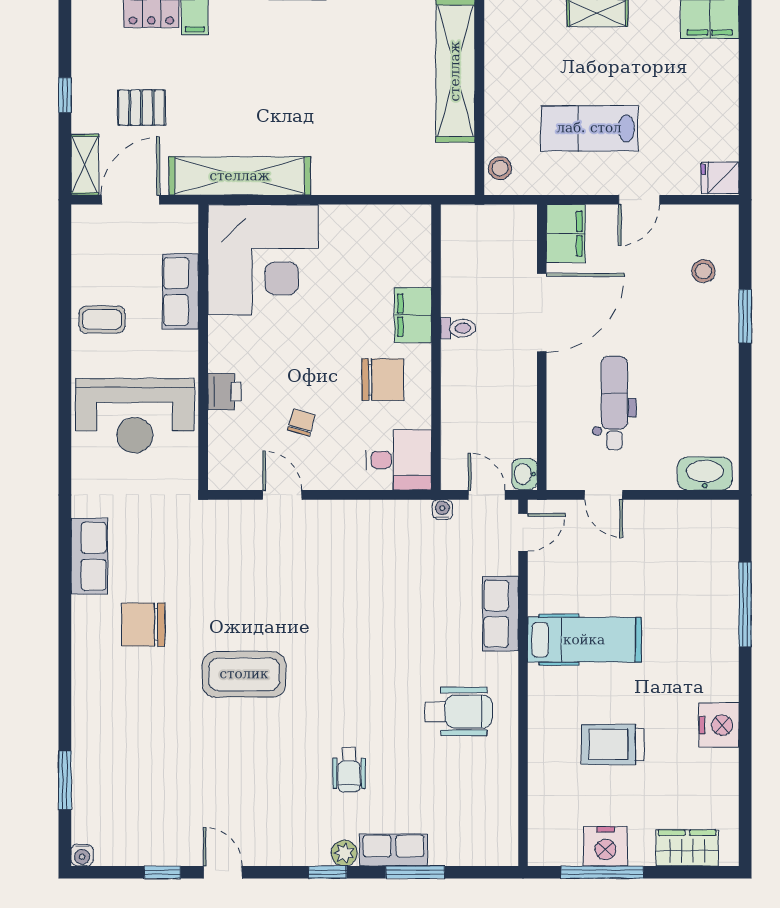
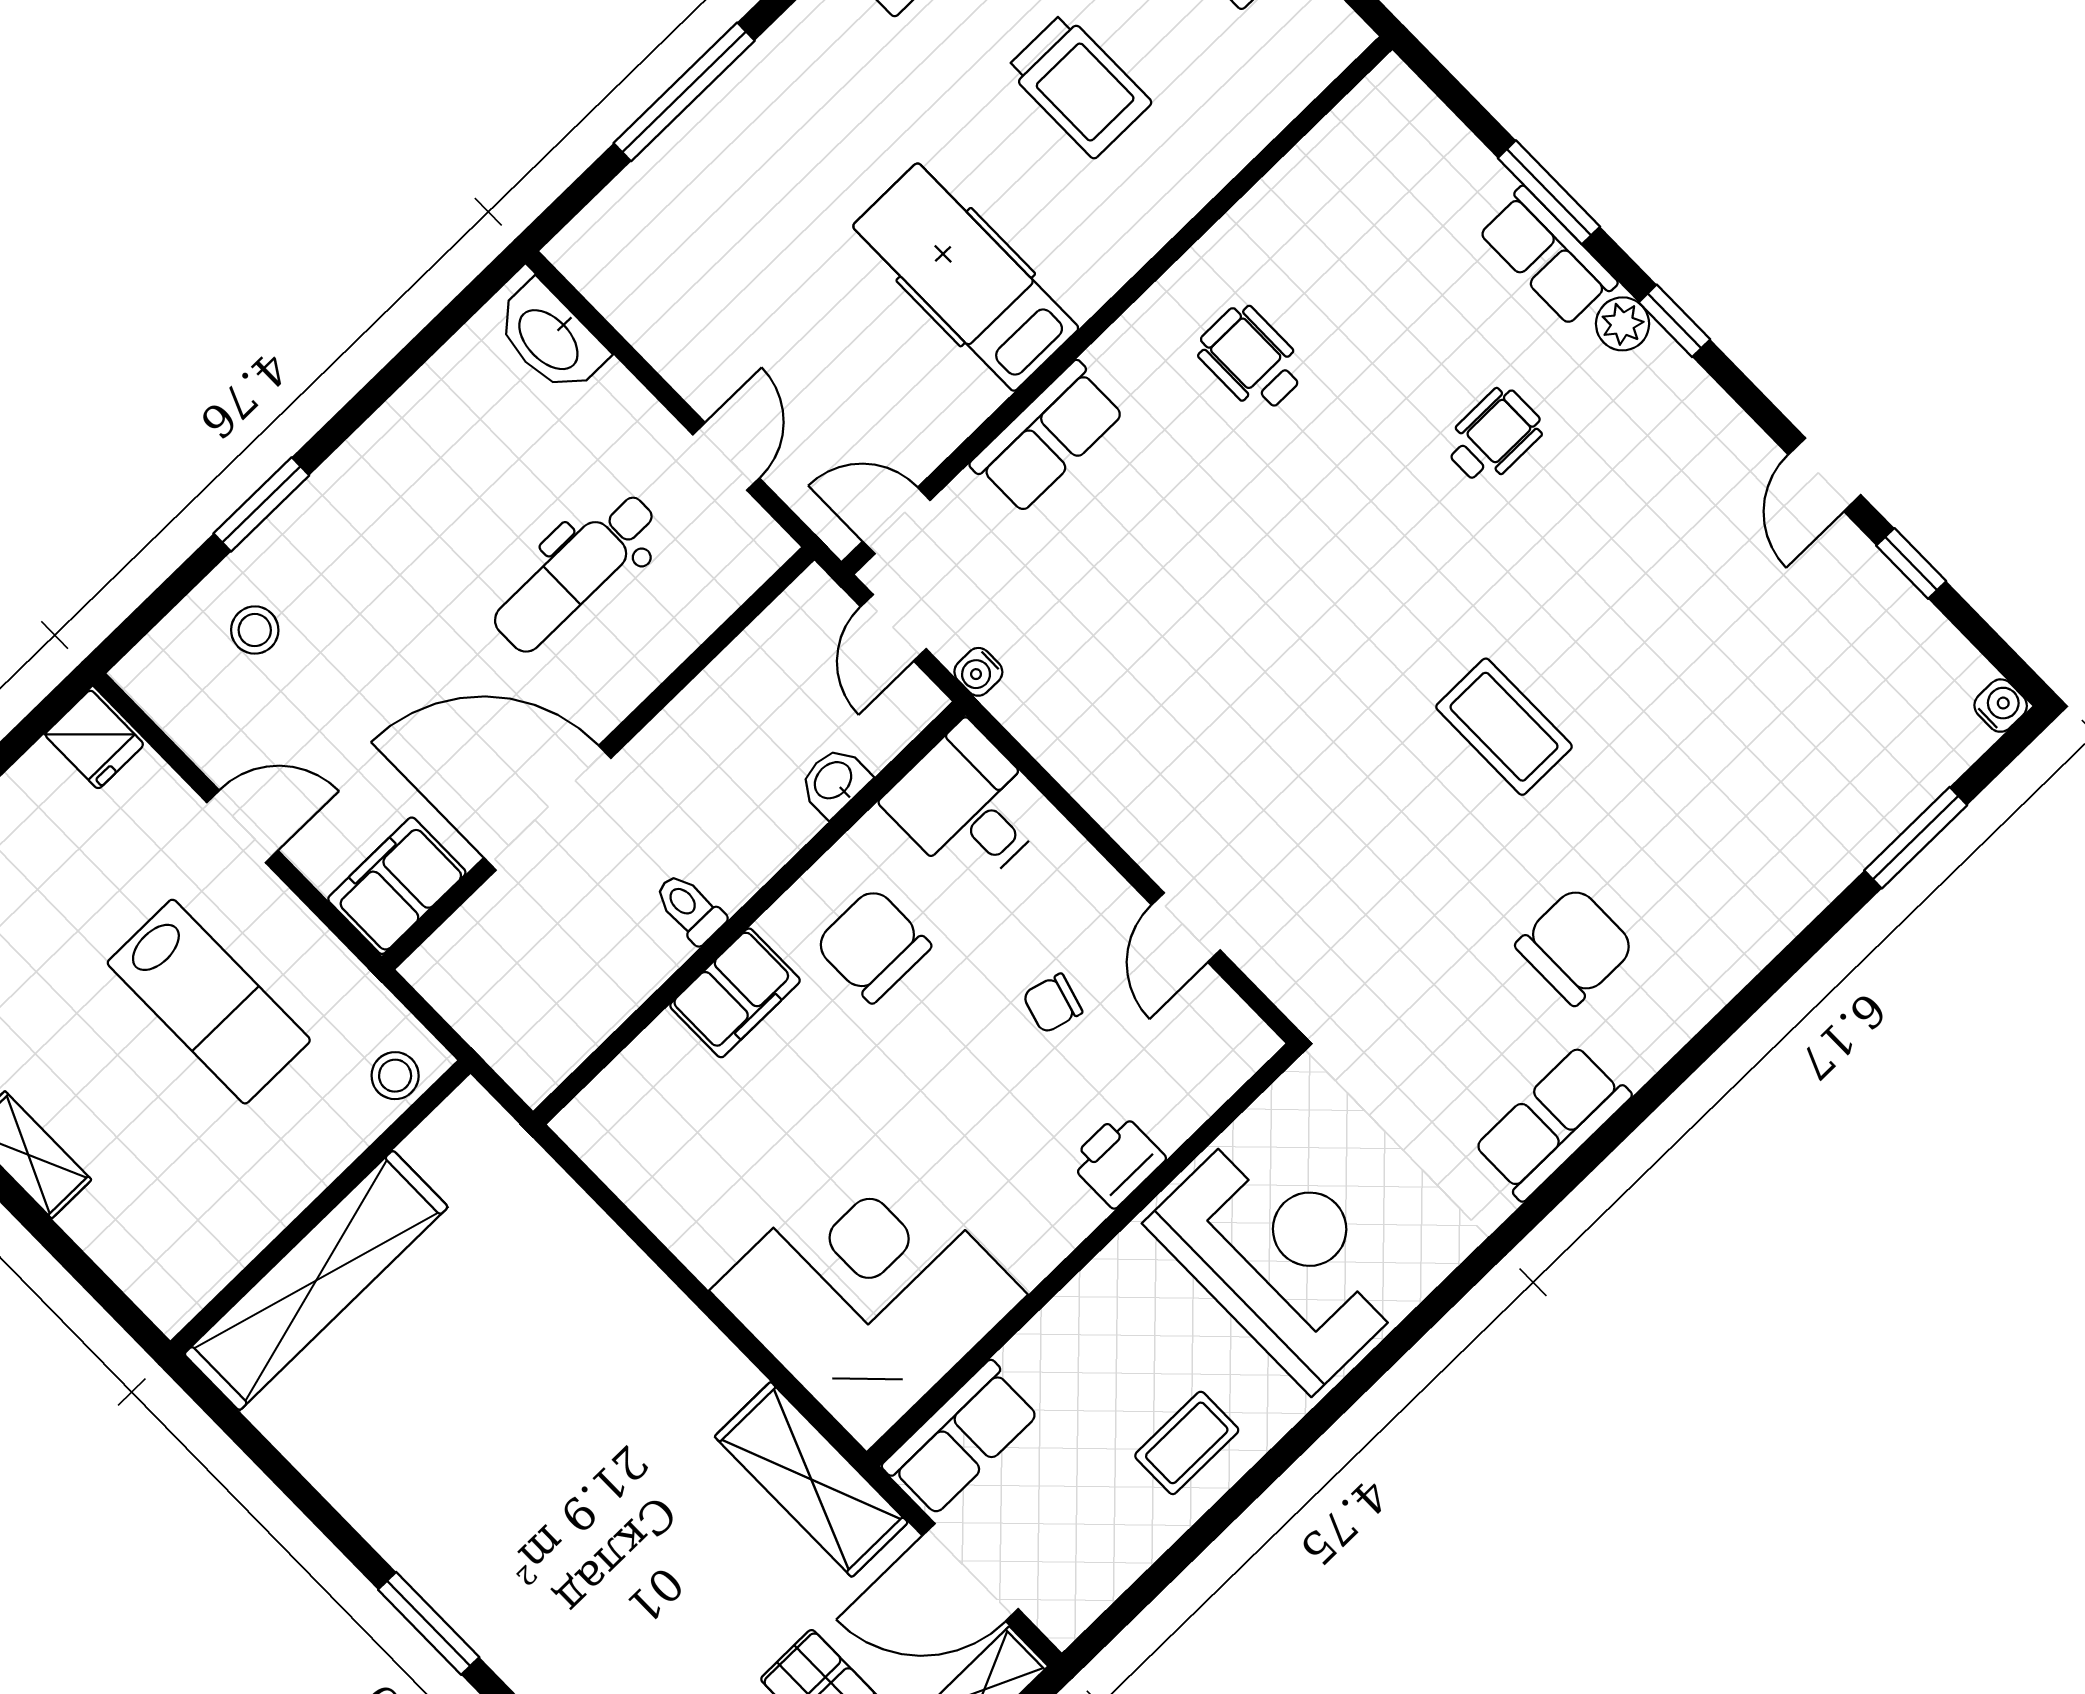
shelving: (240, 176) -> (811, 1479), width x0.68
row of seats: (180, 291) -> (961, 1438), moved
coffee table: (102, 320) -> (1187, 1443), turned 90
washbasin: (525, 474) -> (834, 781), moved, turned 180
chair: (143, 625) -> (1575, 946), turned -90
coffee table: (244, 674) -> (1504, 727), width x0.73, depth x0.76
wheelchair: (458, 711) -> (1251, 359), width x0.73, depth x0.73

